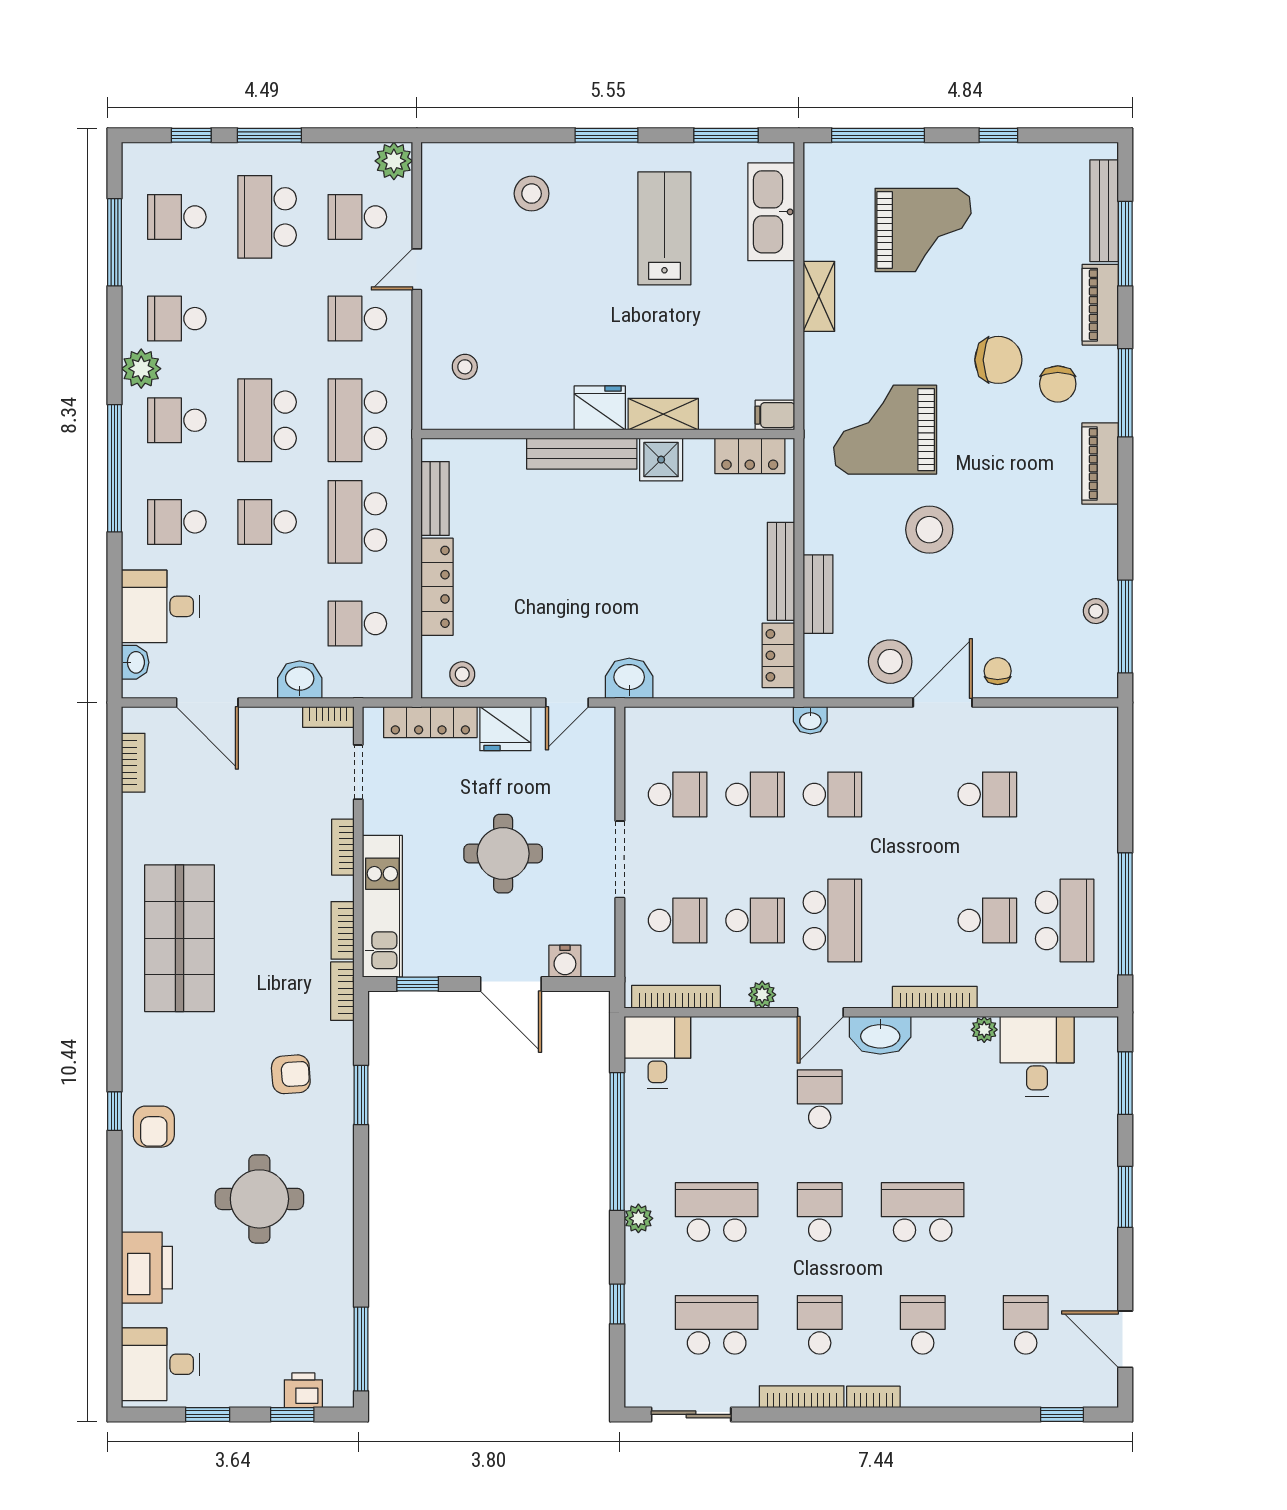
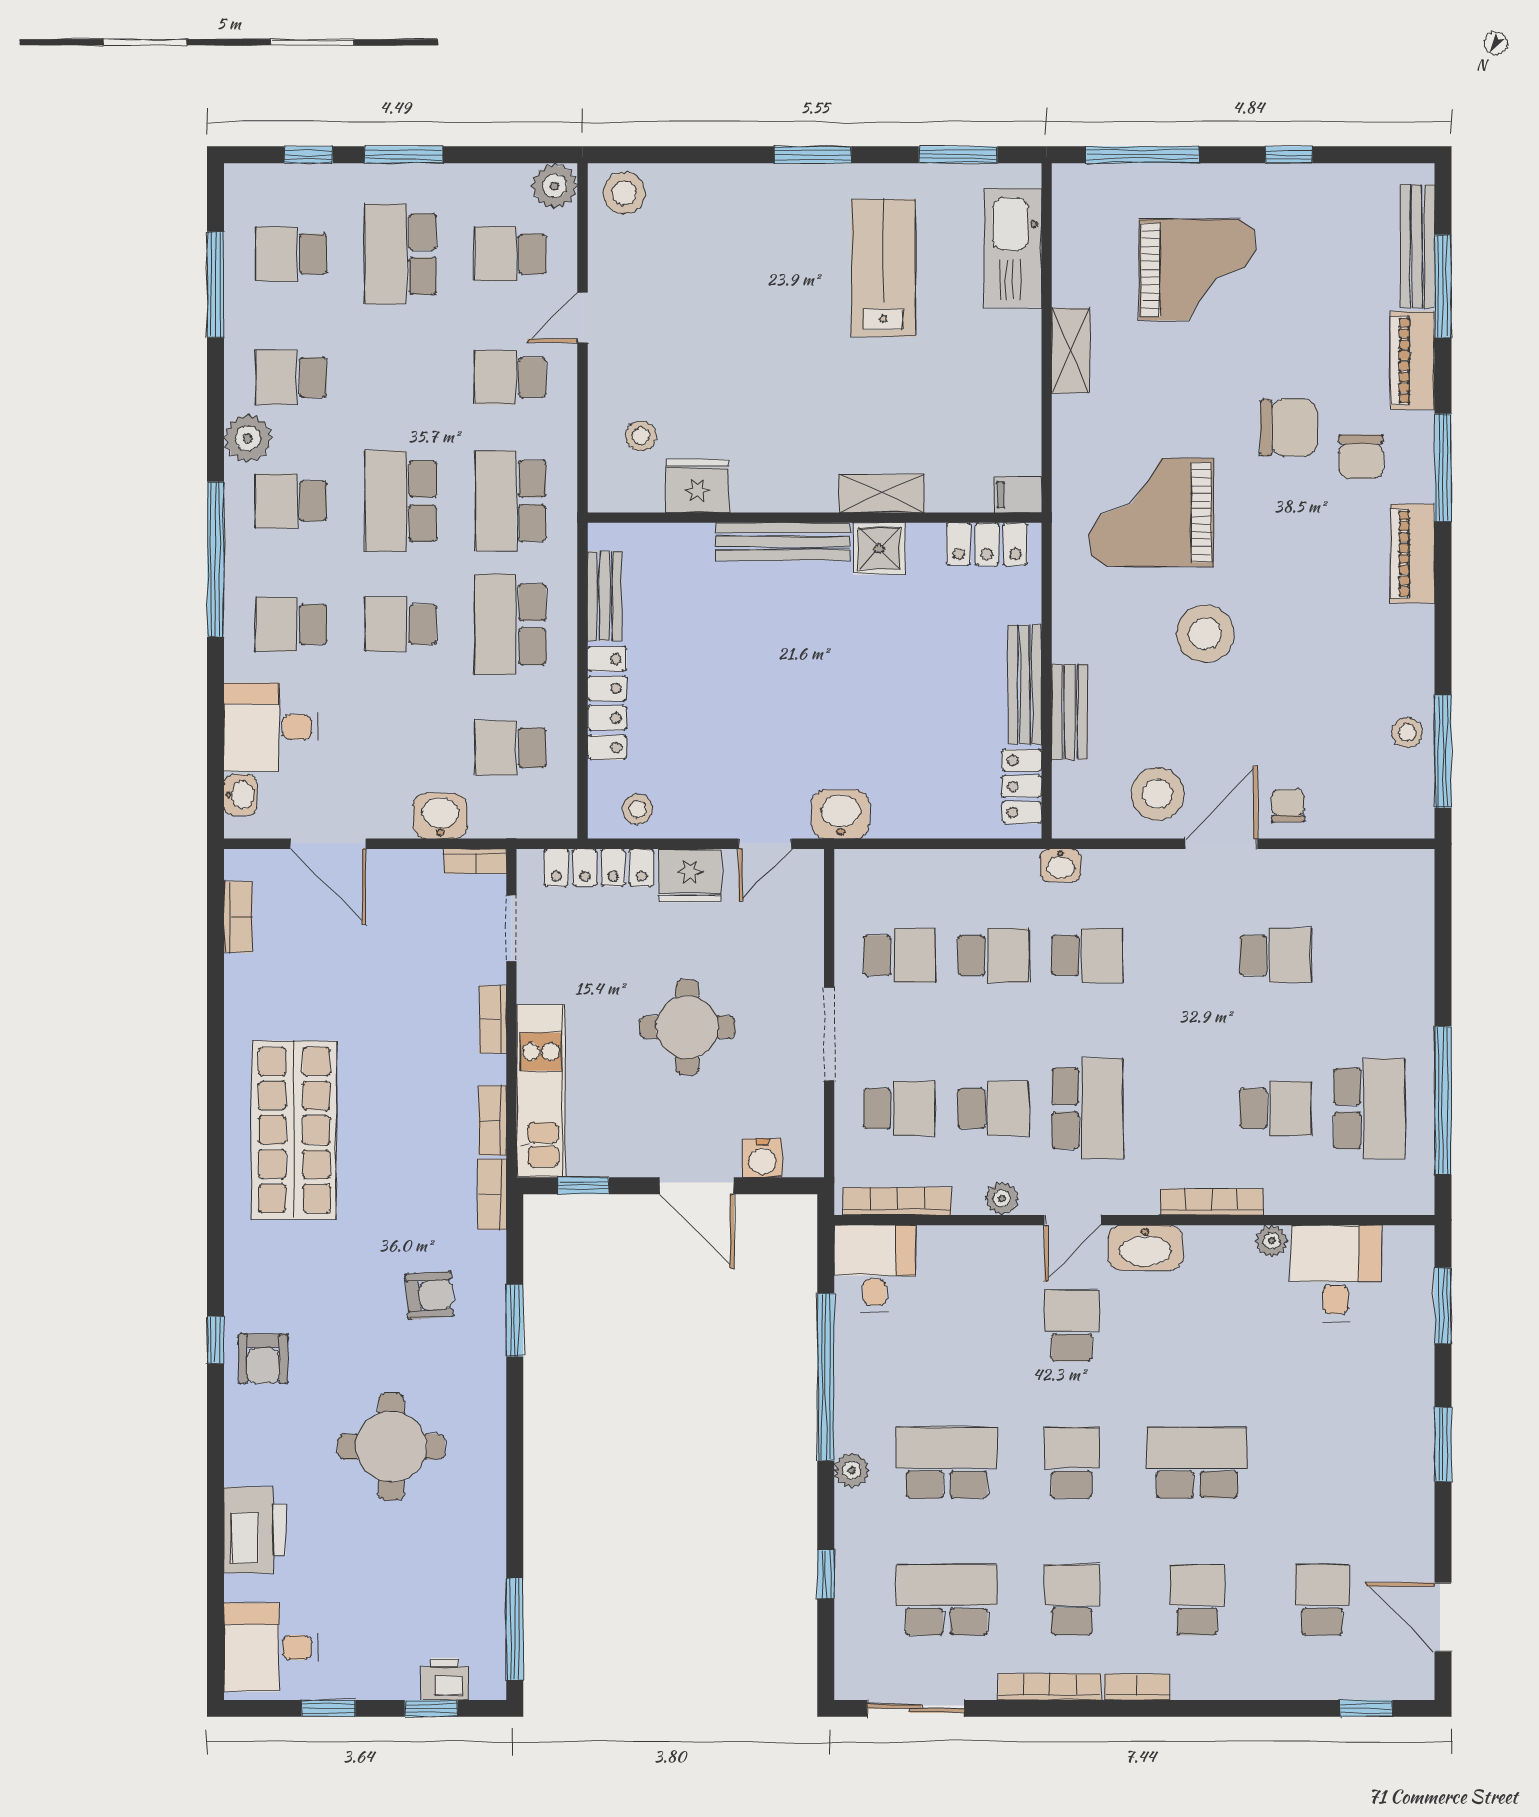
stool: (532, 194) -> (624, 193), moved
fridge: (600, 408) -> (698, 486), moved

